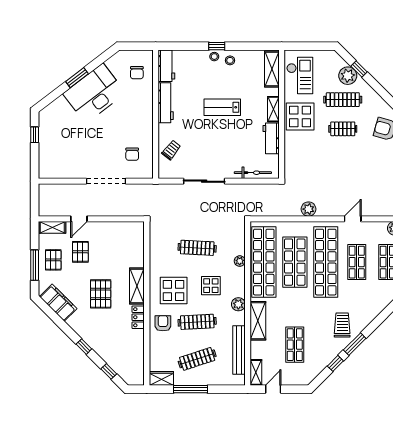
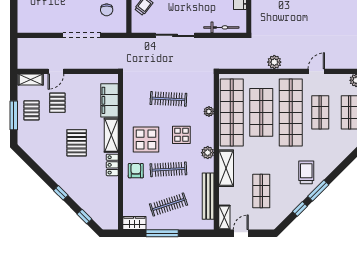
filing cabinet: (58, 303) -> (109, 100), moved, turned -135

